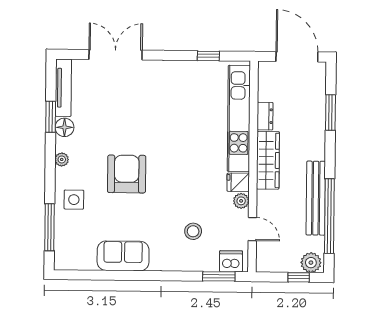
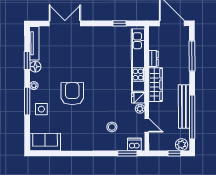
window: (330, 113) -> (192, 56), width x1.44
window: (49, 227) -> (27, 101), moved
sofa: (123, 256) -> (45, 142), moved

